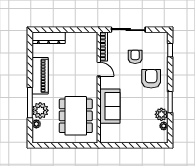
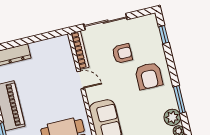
armchair: (135, 57) -> (122, 53), turned 90
armchair: (151, 79) -> (149, 76), turned 180

